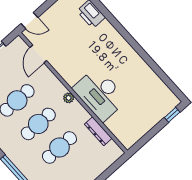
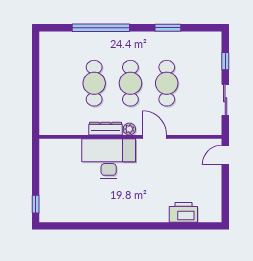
door: (38, 54) -> (155, 137), moved
dresser: (98, 131) -> (105, 129), moved

